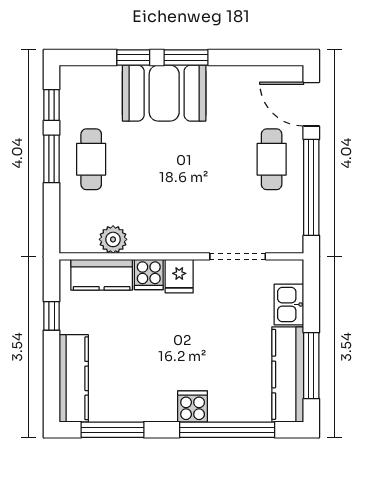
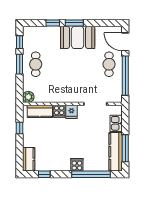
booth: (164, 93) -> (78, 37), moved
plant: (113, 239) -> (28, 97), moved
kitchen counter: (74, 378) -> (29, 159), width x0.67
window: (113, 430) -> (44, 174), width x0.46

